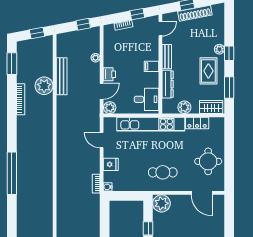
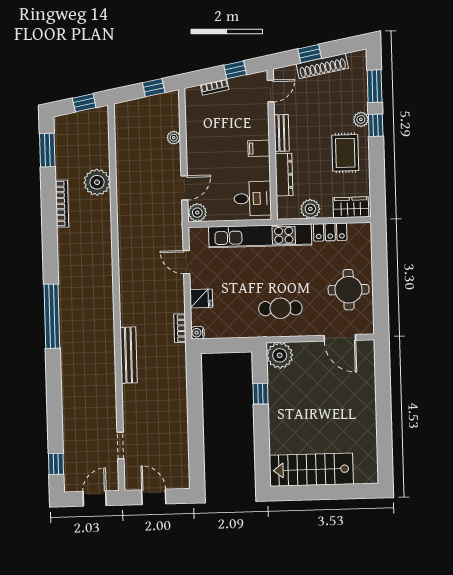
printer: (109, 74) -> (195, 162), removed
bench: (62, 76) -> (128, 355), moved
window: (229, 88) -> (375, 86), moved

